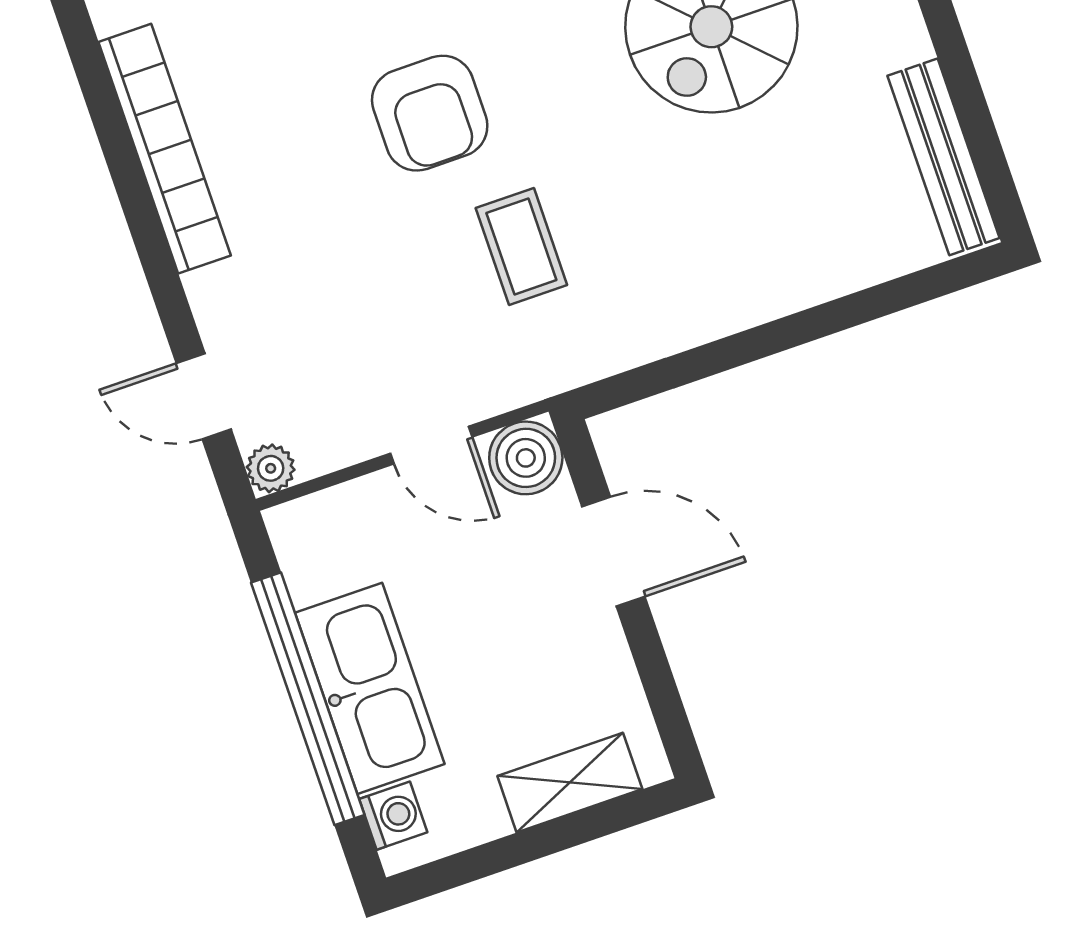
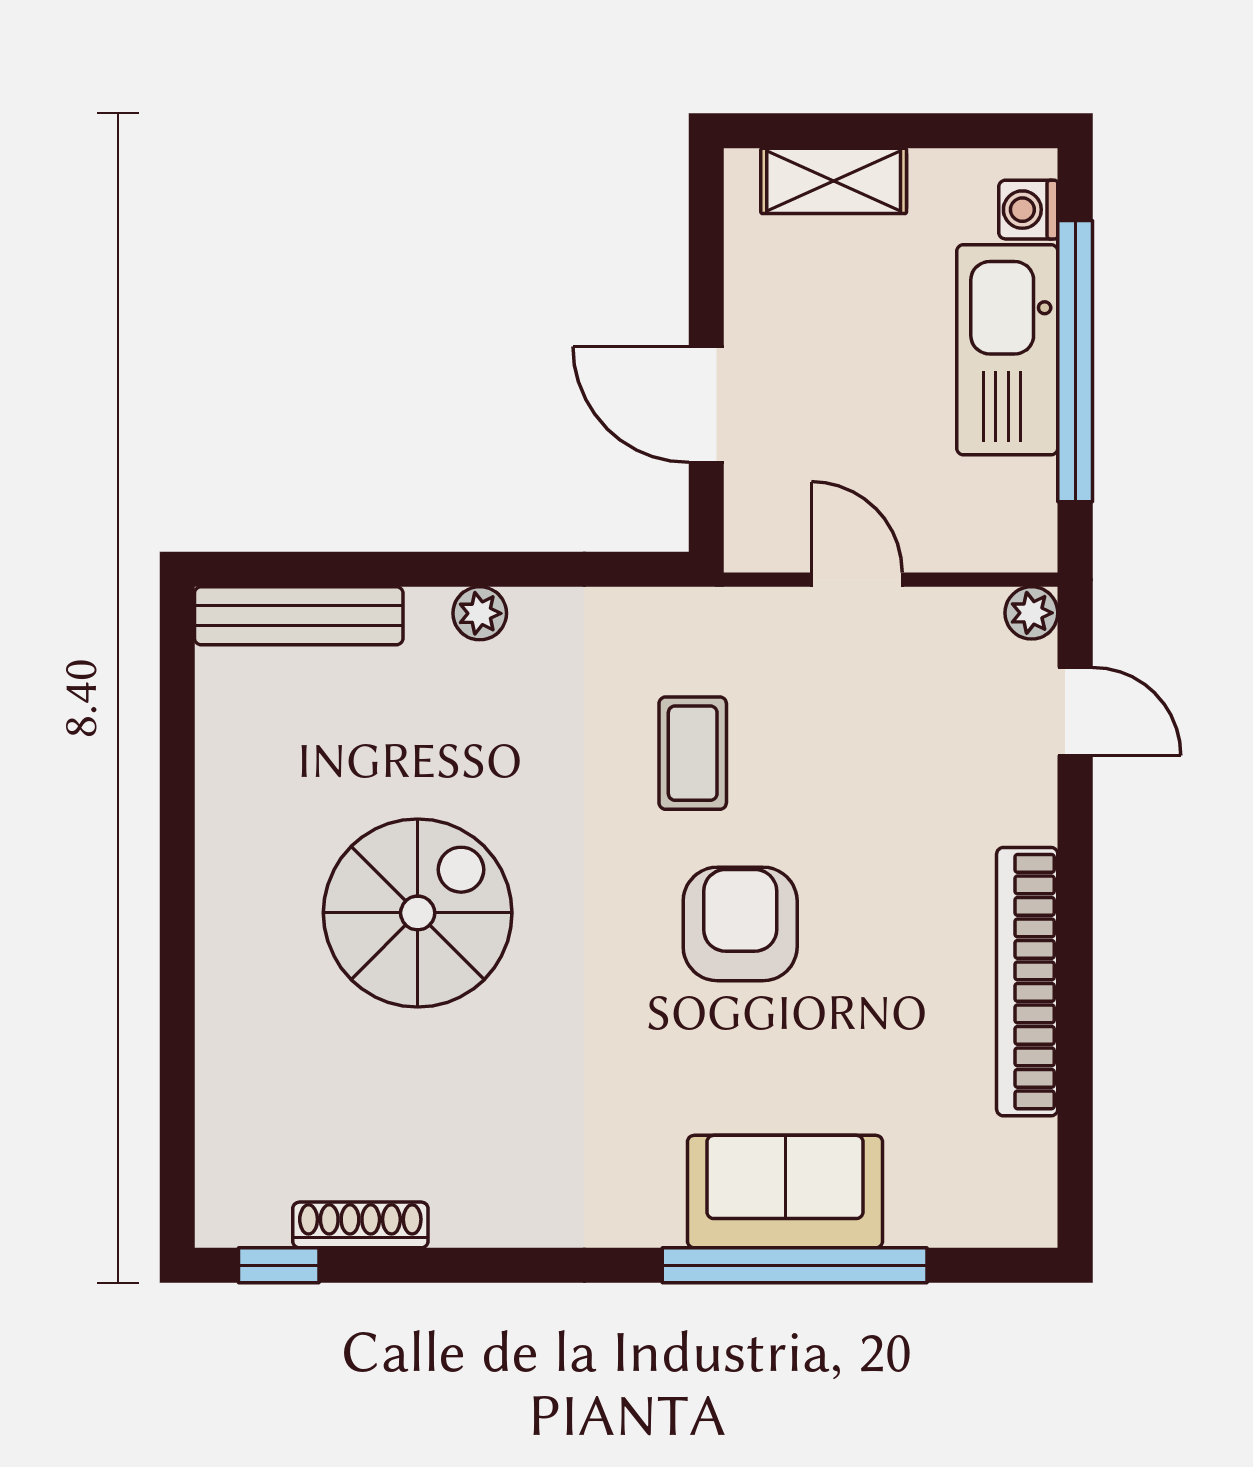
bench: (944, 157) -> (299, 616), moved, turned 90
plant: (747, 304) -> (480, 613), added
boiler: (526, 458) -> (764, 533), removed

